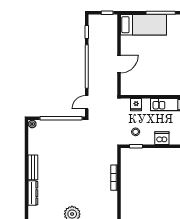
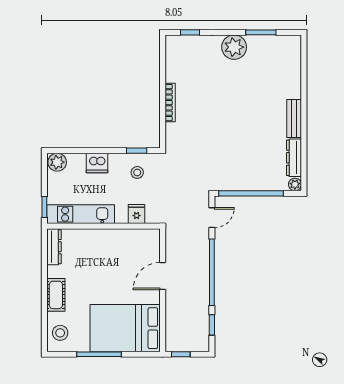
bed: (144, 25) -> (125, 328), width x1.50
dresser: (33, 193) -> (294, 158), moved

